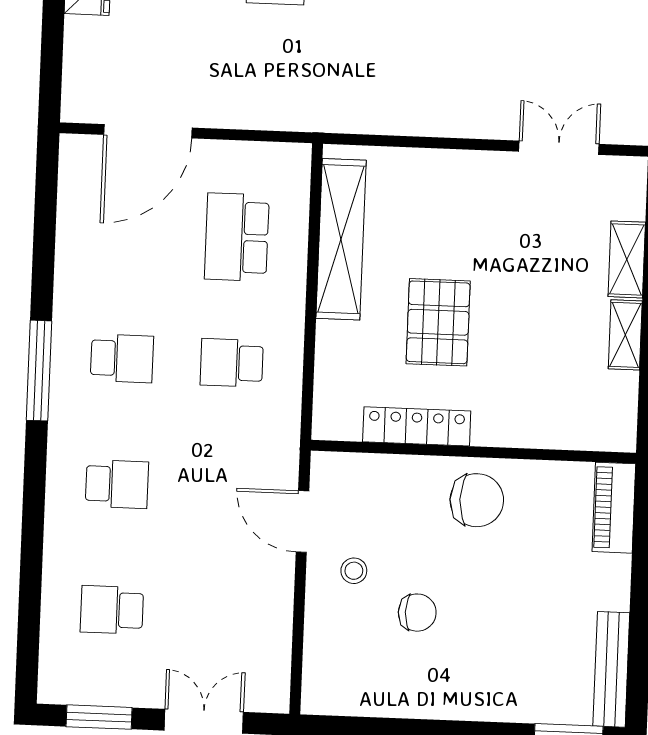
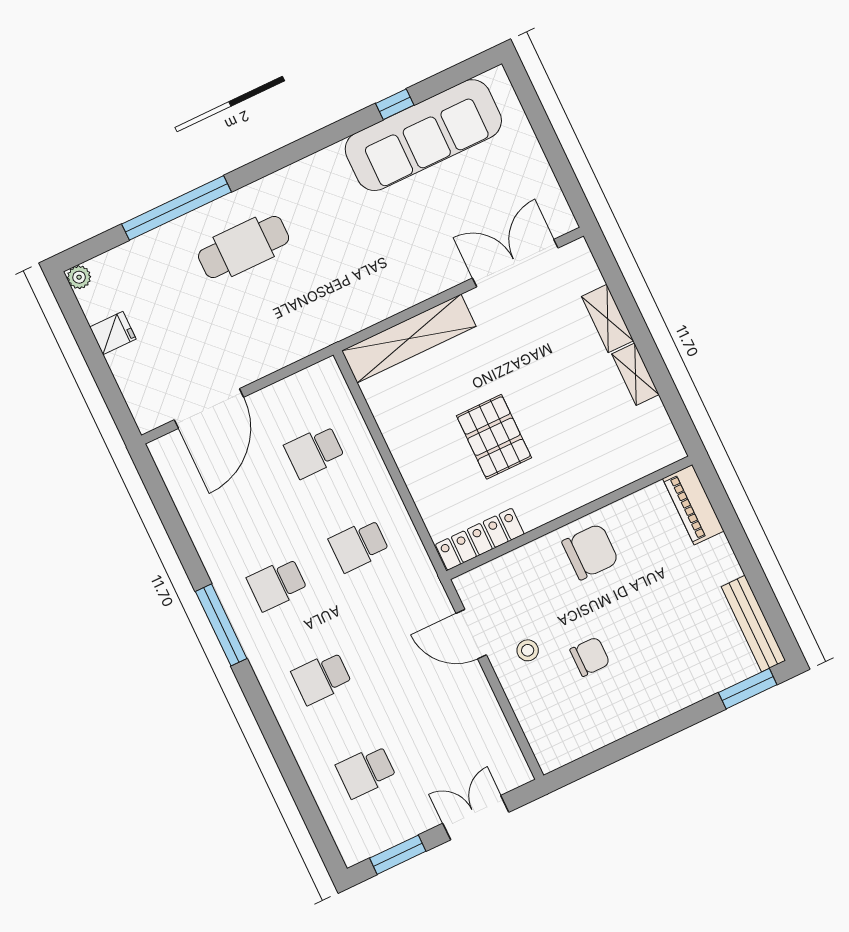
double door: (559, 148) -> (515, 263), width x1.37
school desk: (237, 237) -> (314, 452), width x0.54
shelving: (341, 239) -> (409, 338), moved, turned 90
school desk: (122, 358) -> (277, 584), turned 180
locker: (417, 426) -> (480, 539), moved
school desk: (117, 484) -> (322, 678), turned 180

